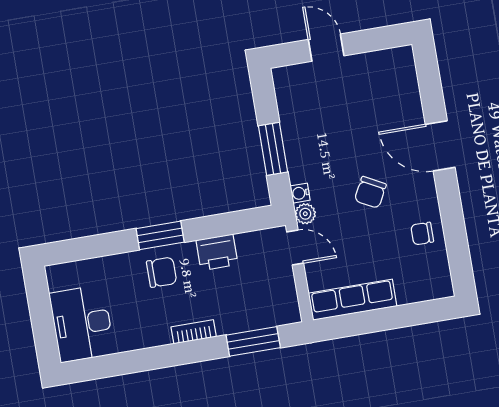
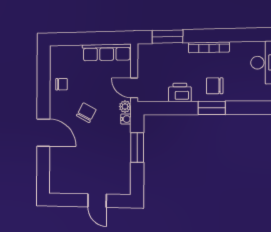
bookcase: (194, 332) -> (209, 47), width x1.56

